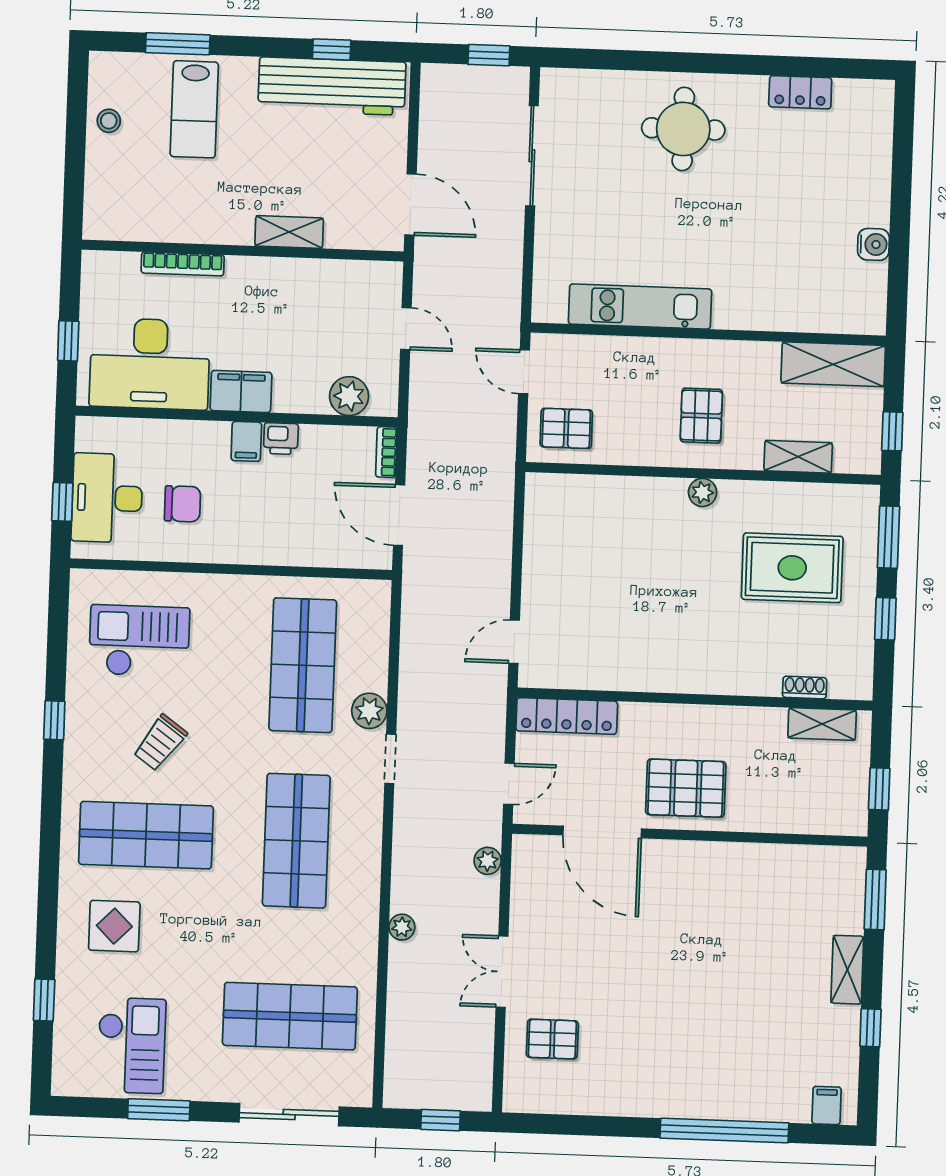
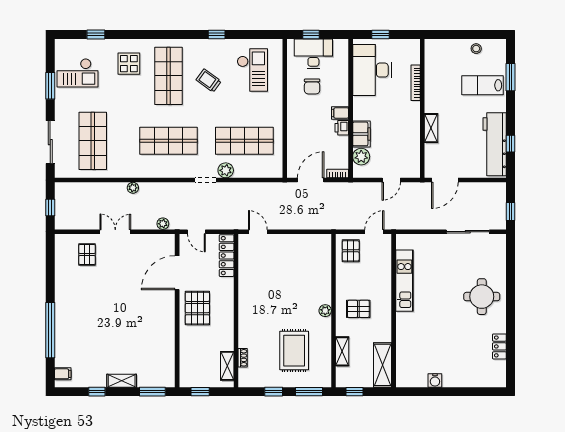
filing cabinet: (241, 391) -> (361, 134), moved

